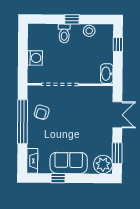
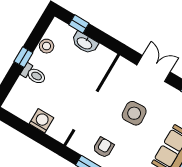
washbasin: (107, 74) -> (85, 43), moved
armchair: (42, 112) -> (103, 148), turned -106
side table: (78, 120) -> (134, 113), added

